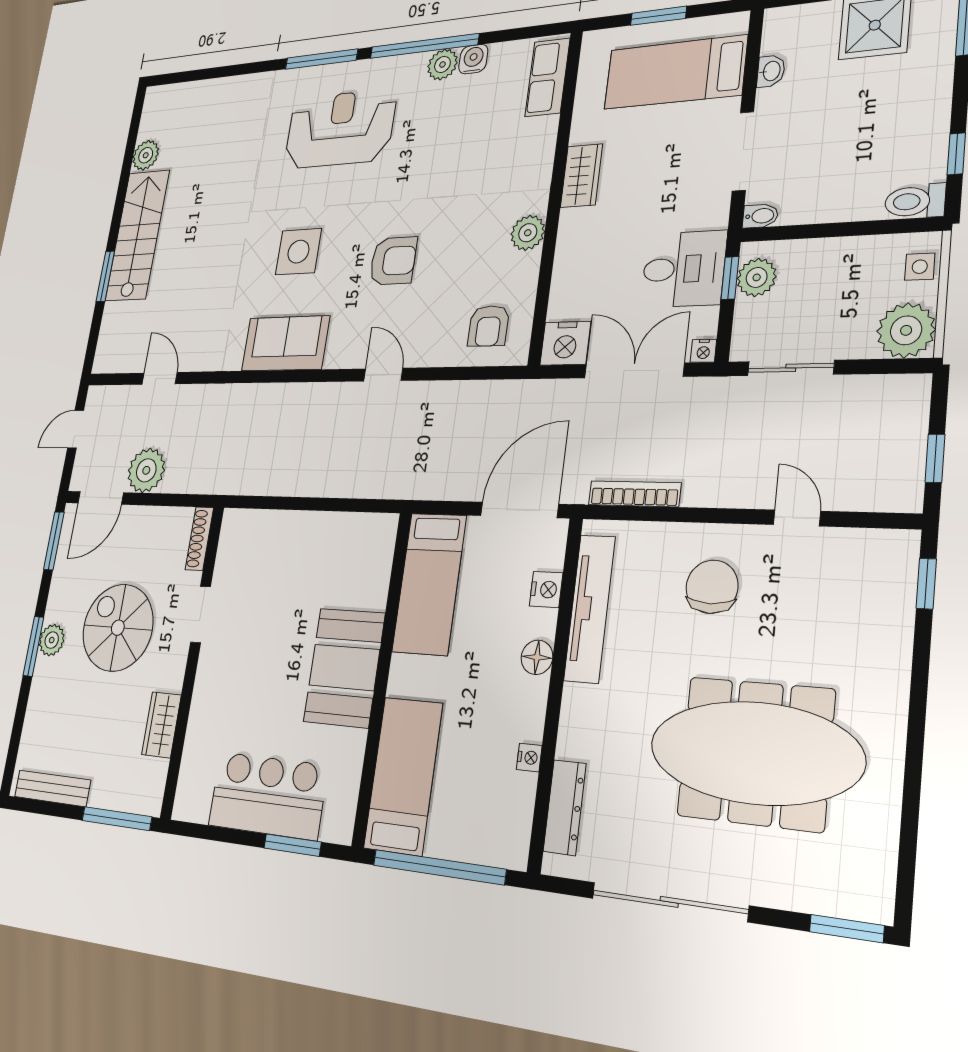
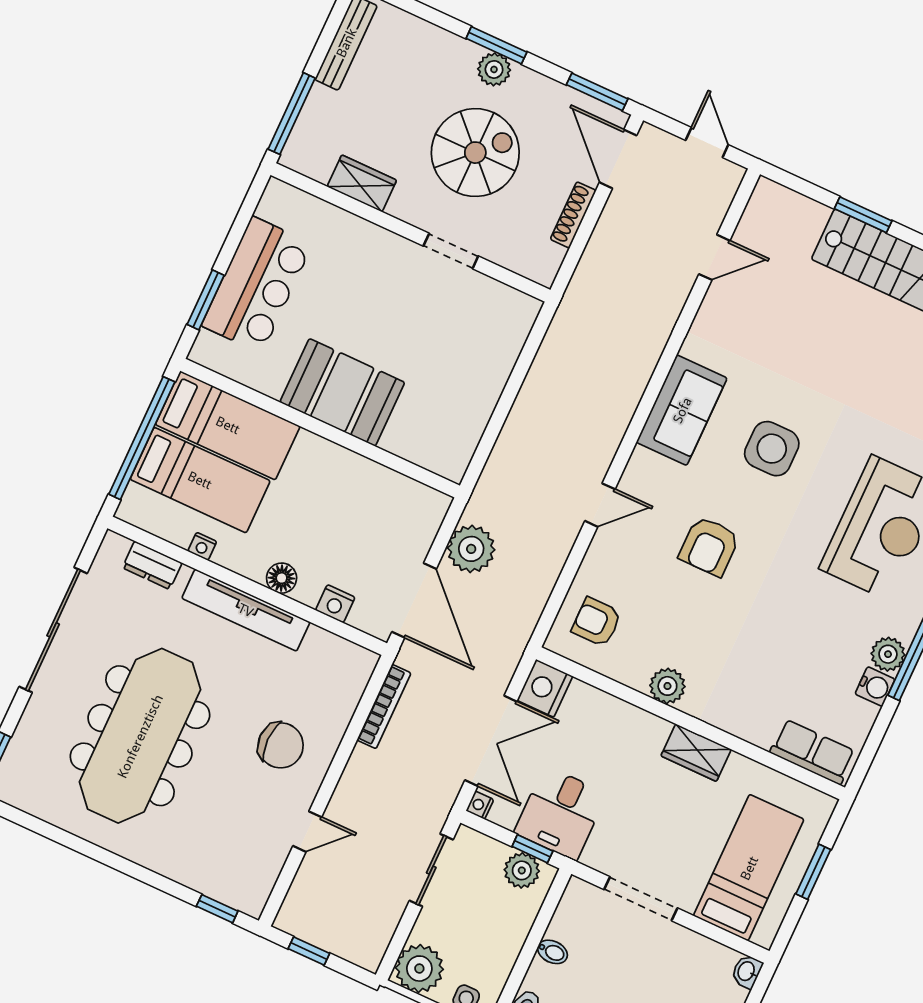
washbasin: (771, 71) -> (747, 971), moved, turned 90
bidet: (760, 216) -> (552, 952), moved, turned -90
plant: (146, 470) -> (471, 549), moved
shoe rack: (199, 539) -> (573, 215), moved, turned -90
bed: (429, 584) -> (200, 480), moved, turned 180
tv unit: (590, 608) -> (246, 610), moved
dresser: (565, 807) -> (152, 565), width x0.70

